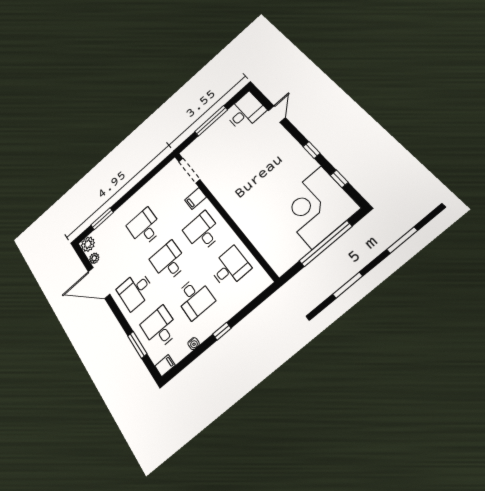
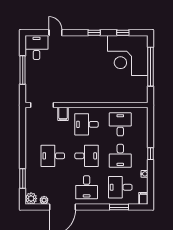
desk: (169, 261) -> (87, 156), turned 180
desk: (194, 298) -> (120, 156), turned 90

